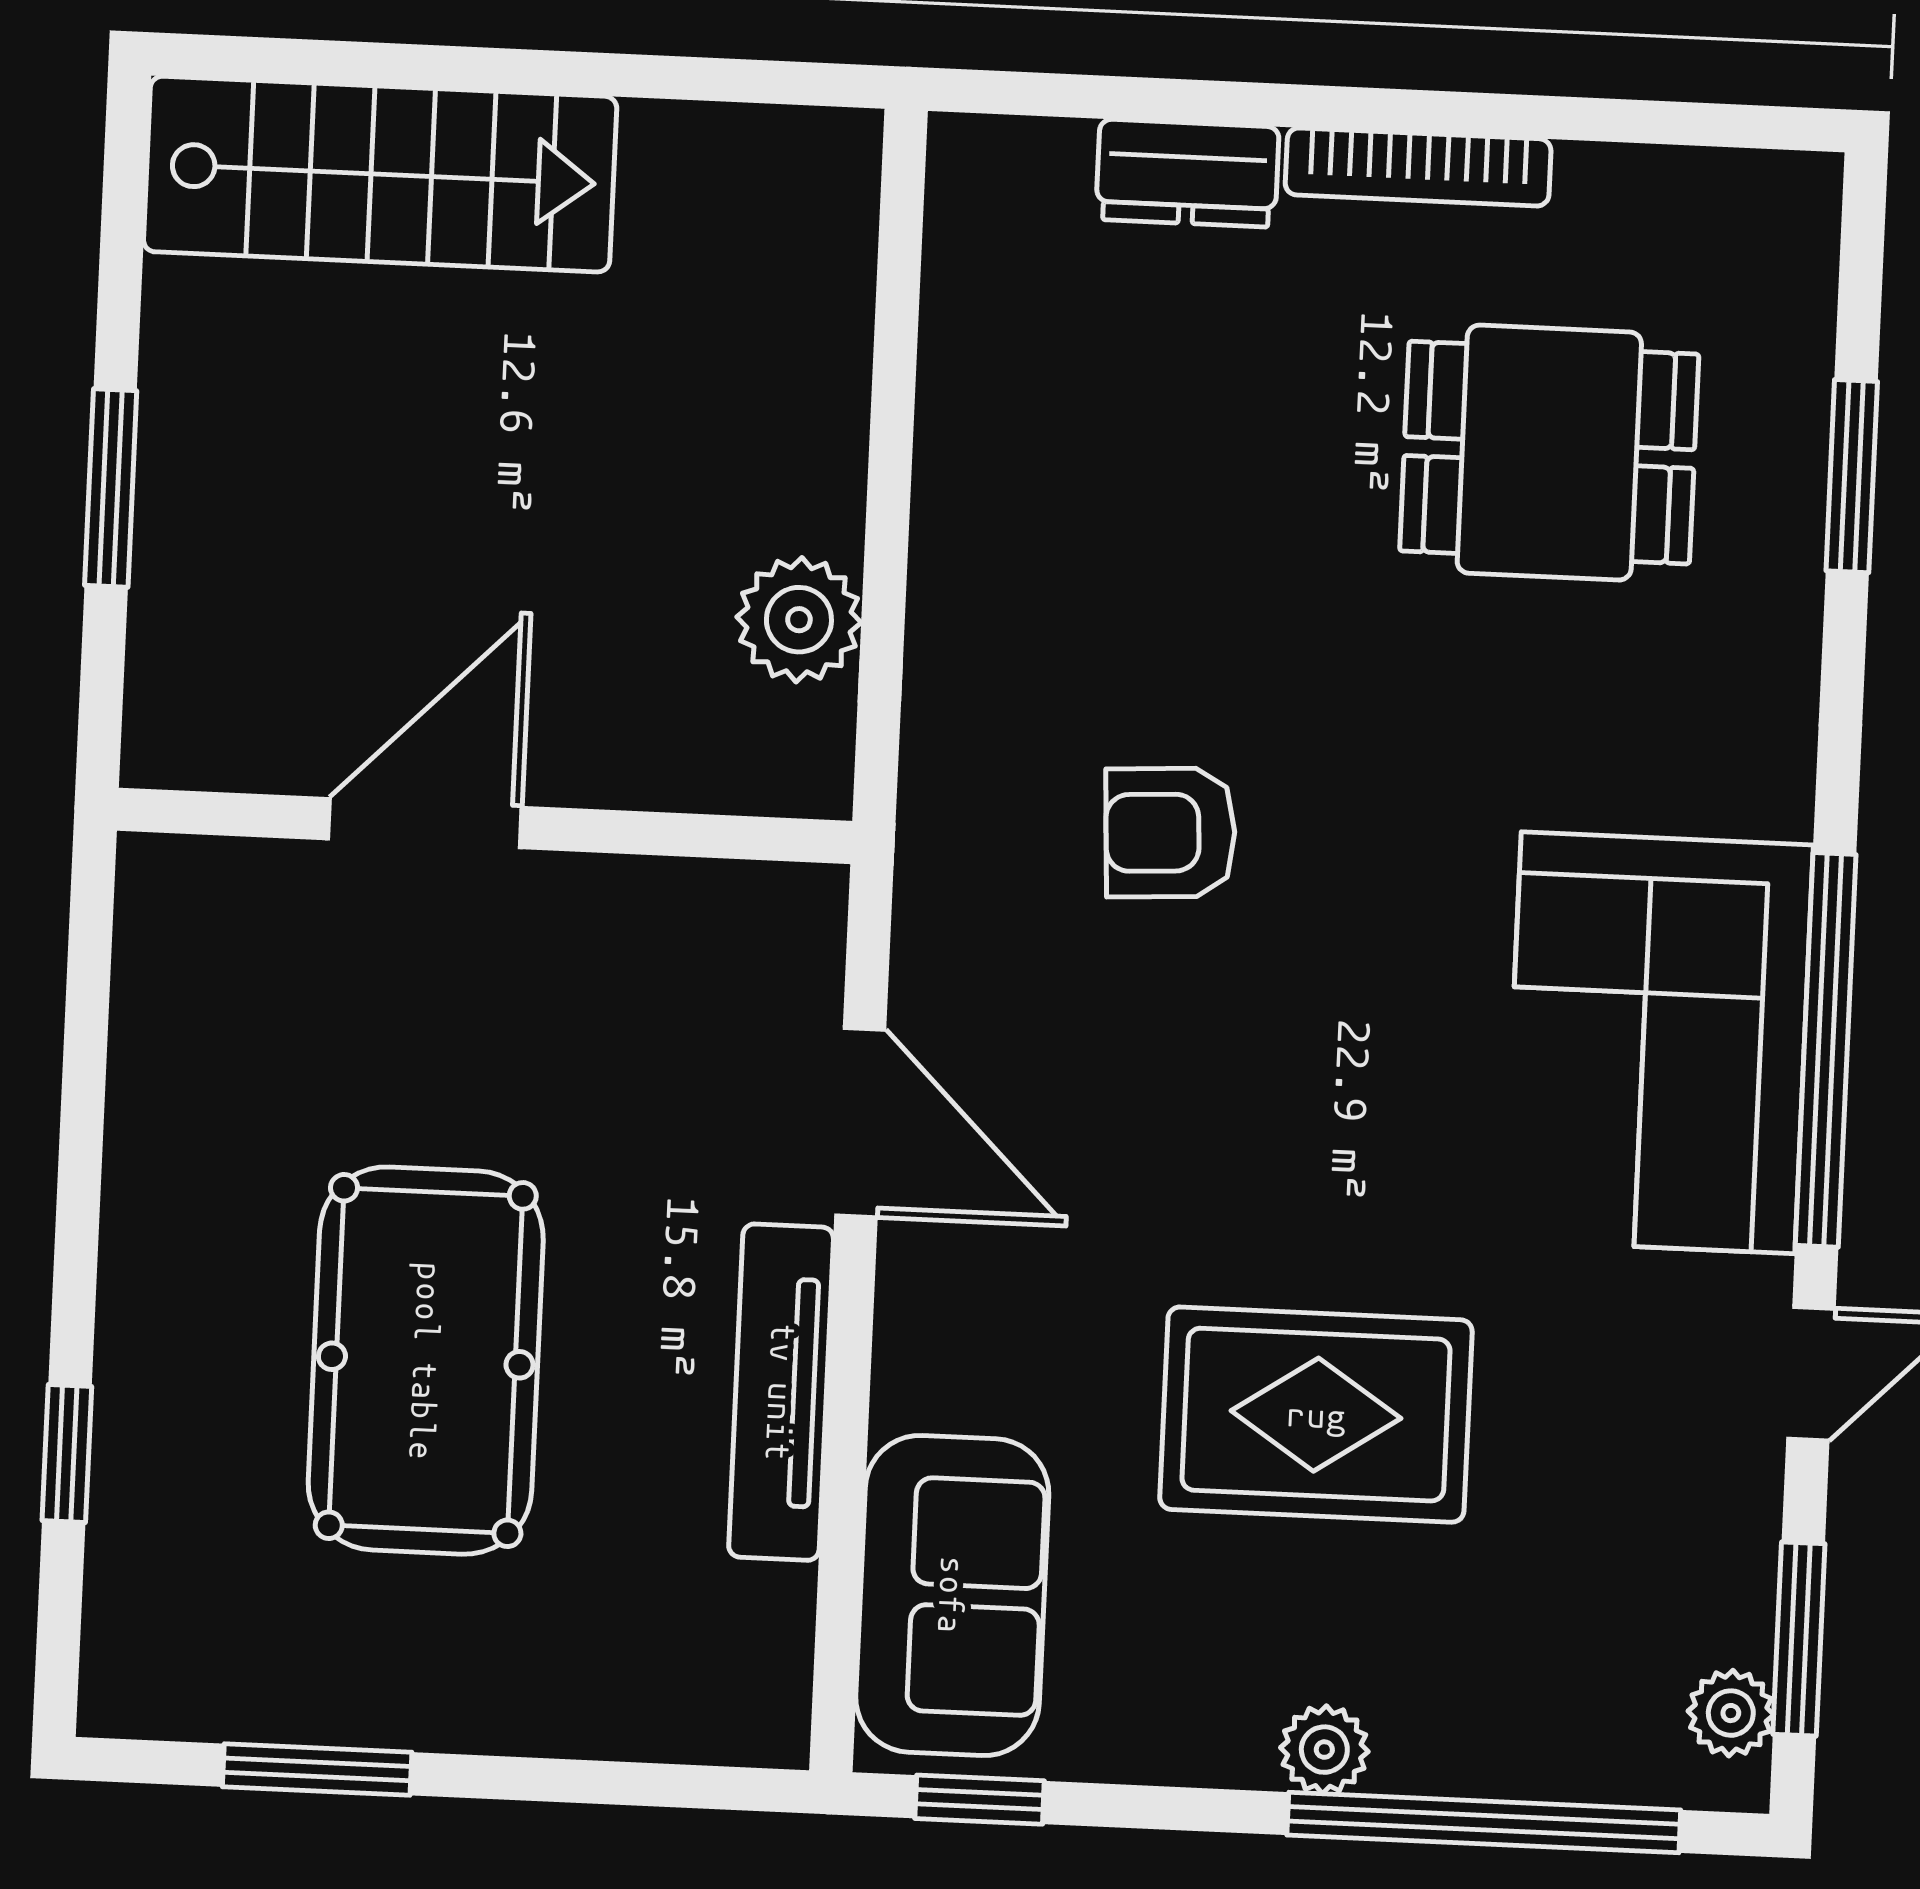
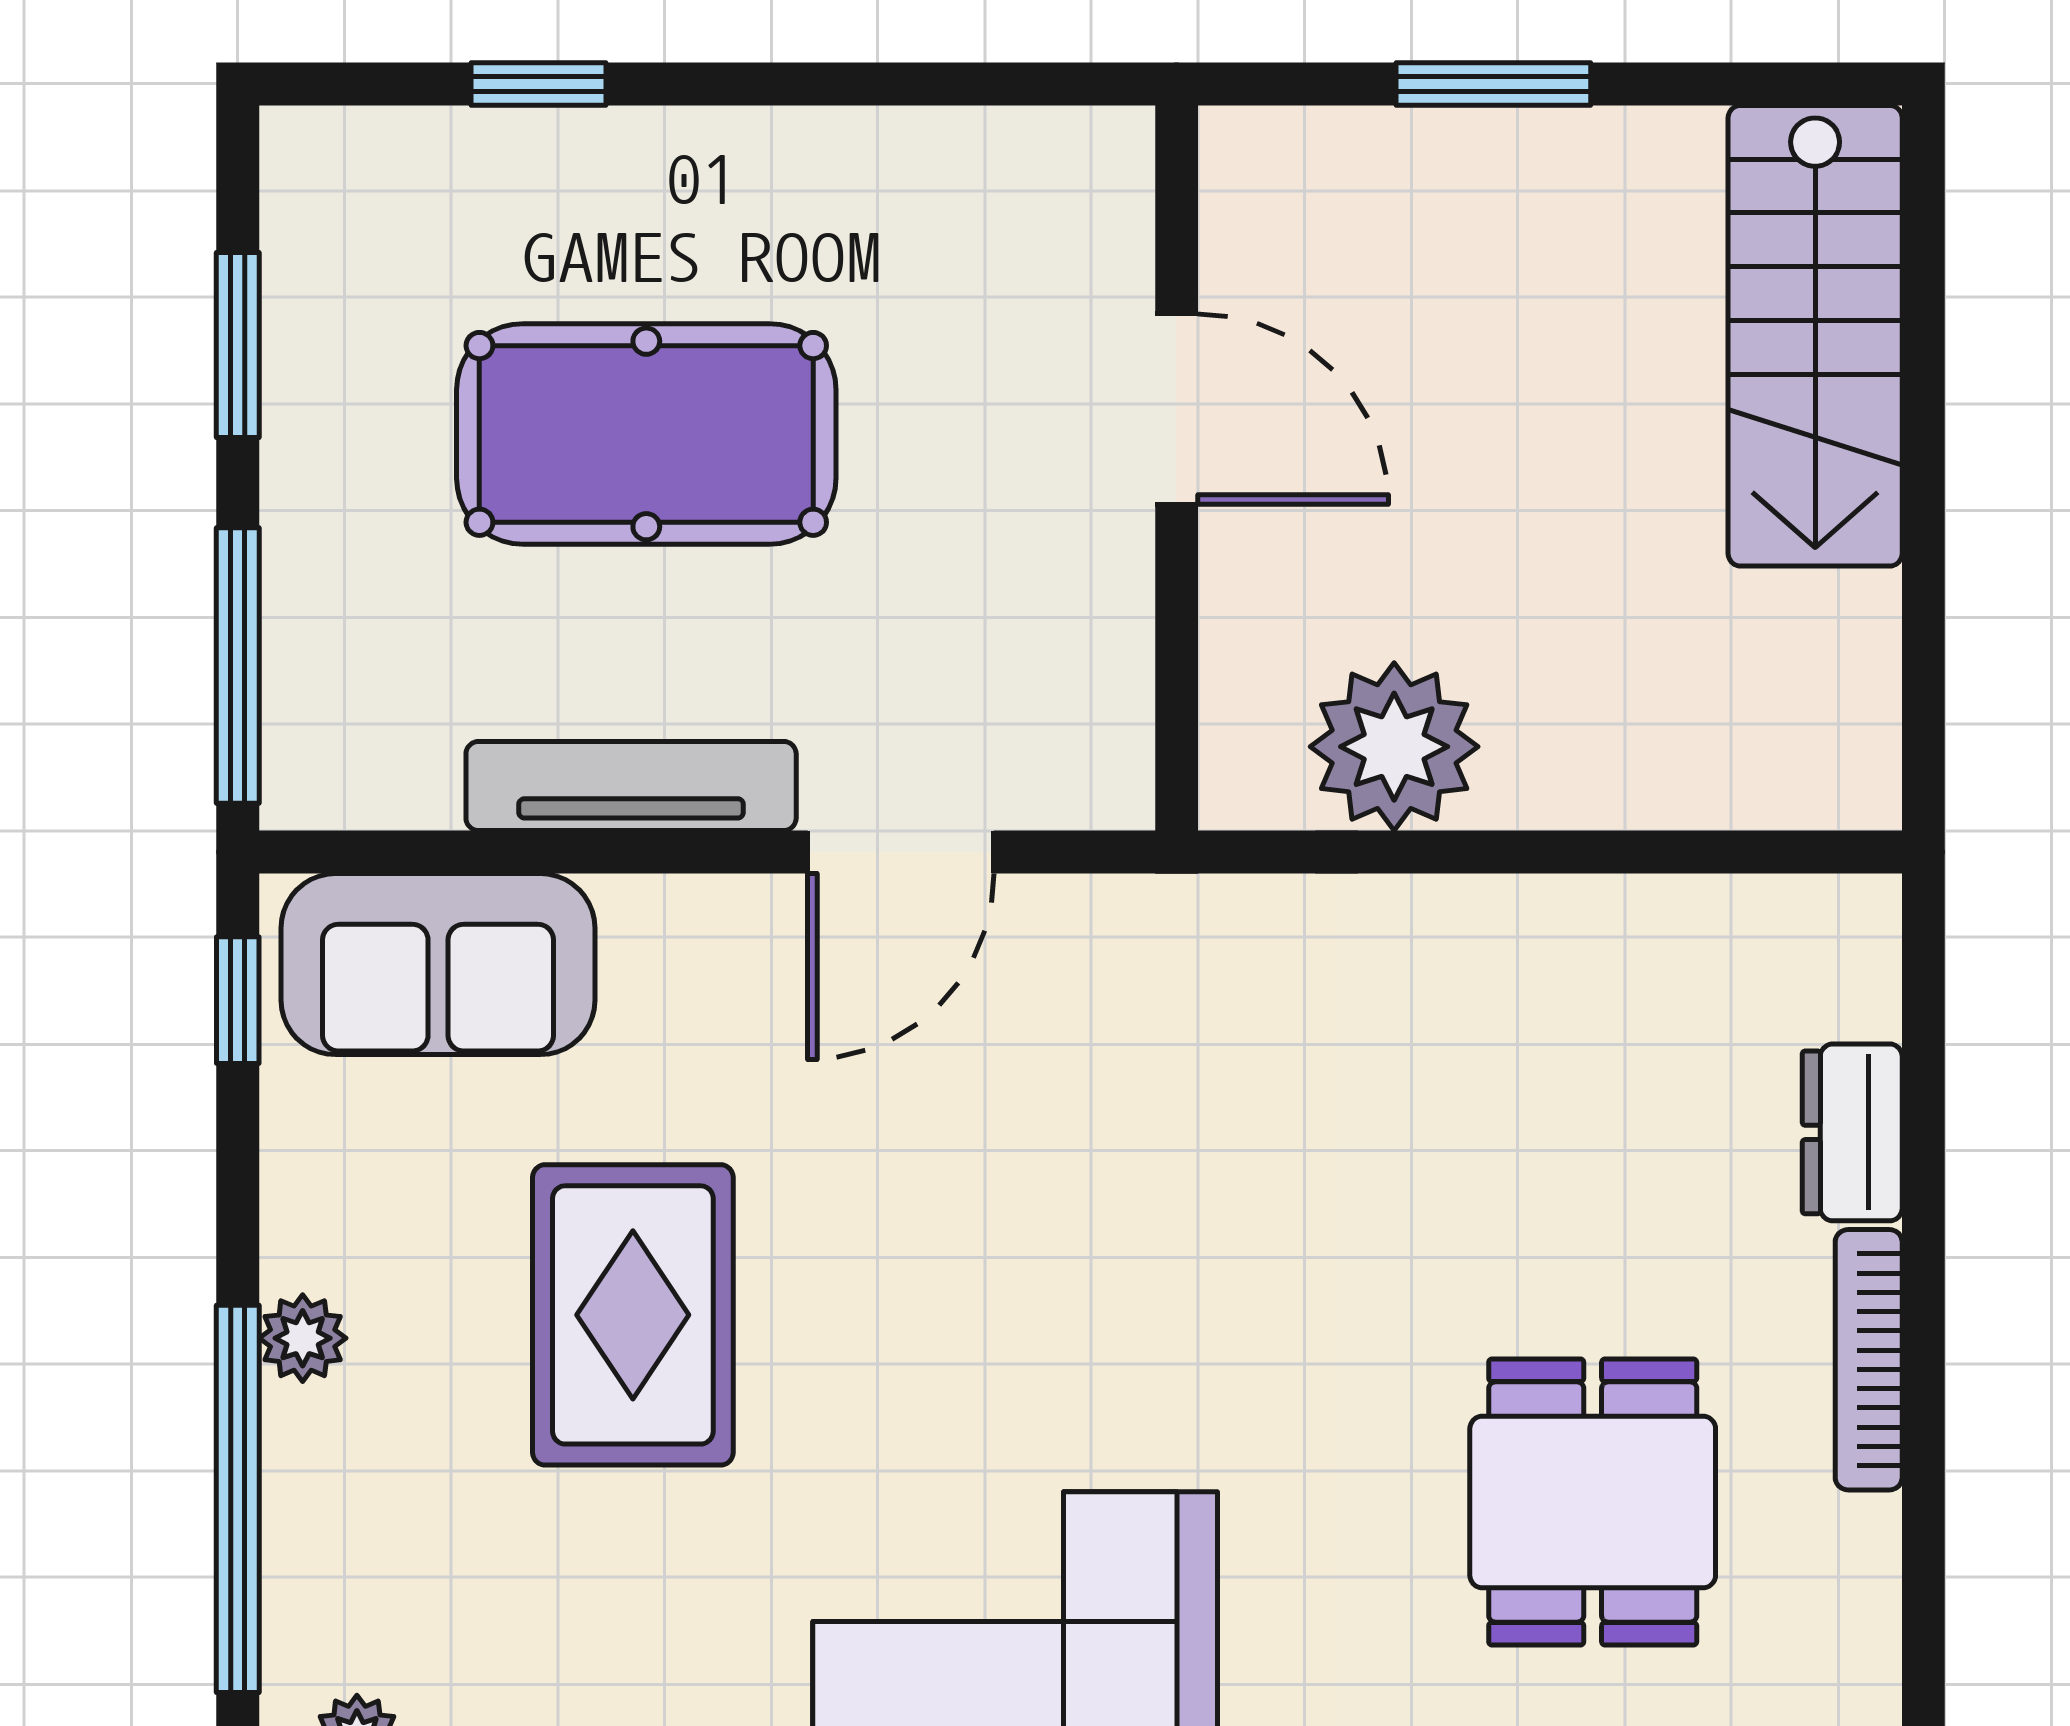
plant: (799, 620) -> (1394, 747), width x1.36, depth x1.36
armchair: (1170, 833) -> (1201, 1145), removed
window: (641, 1784) -> (238, 666), added

